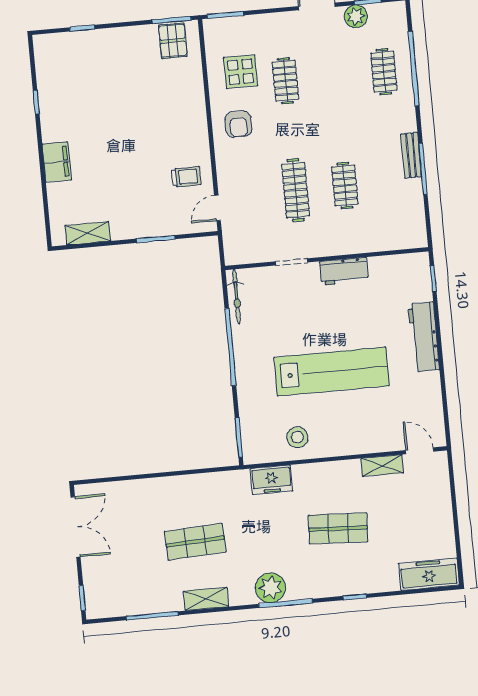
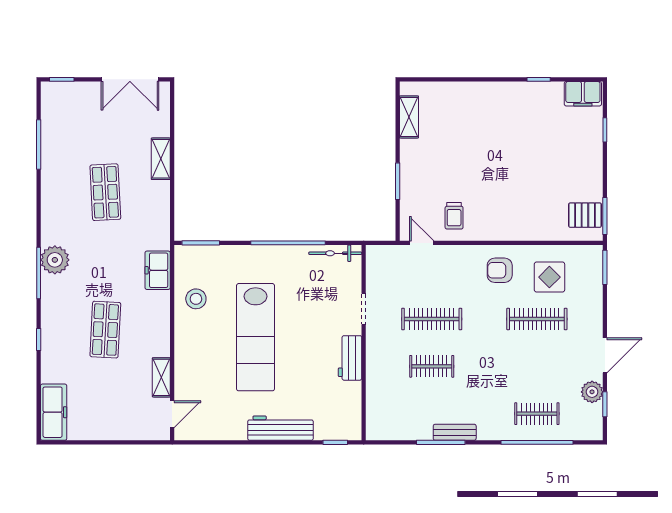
clothes rail: (285, 81) -> (537, 319), width x1.36
filing cabinet: (57, 162) -> (583, 94), moved
shelving: (206, 599) -> (161, 159), moved

